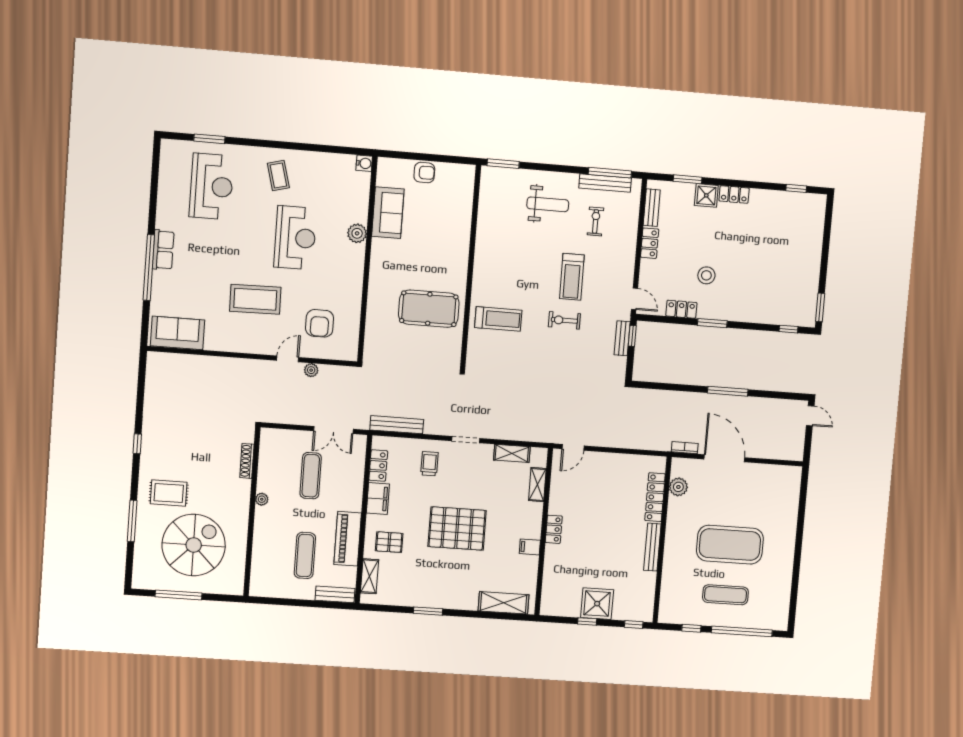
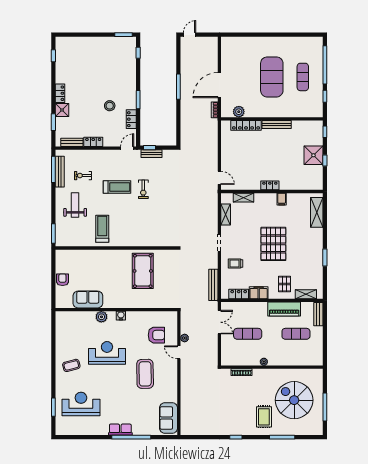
water cooler: (364, 163) -> (121, 316), moved
treadmill: (498, 319) -> (102, 229), moved

